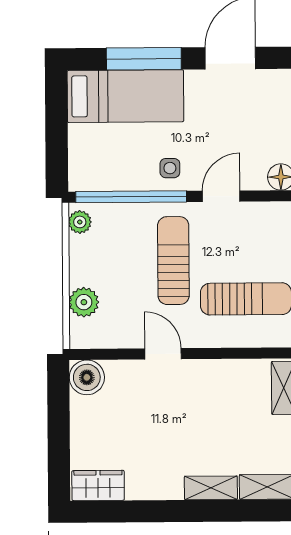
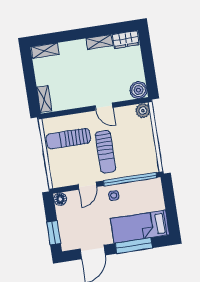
plant: (80, 222) -> (153, 164), removed
plant: (84, 302) -> (143, 111), moved
shelving: (211, 488) -> (99, 42), moved

